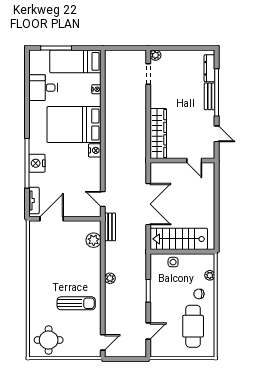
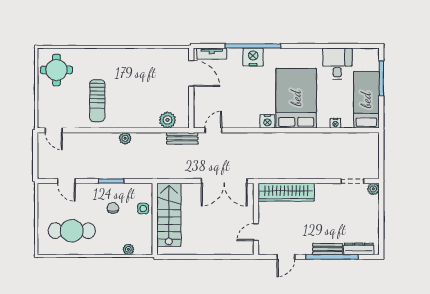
double door: (148, 204) -> (224, 181), moved
chair: (199, 294) -> (113, 208), moved

